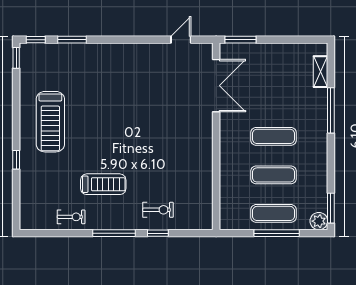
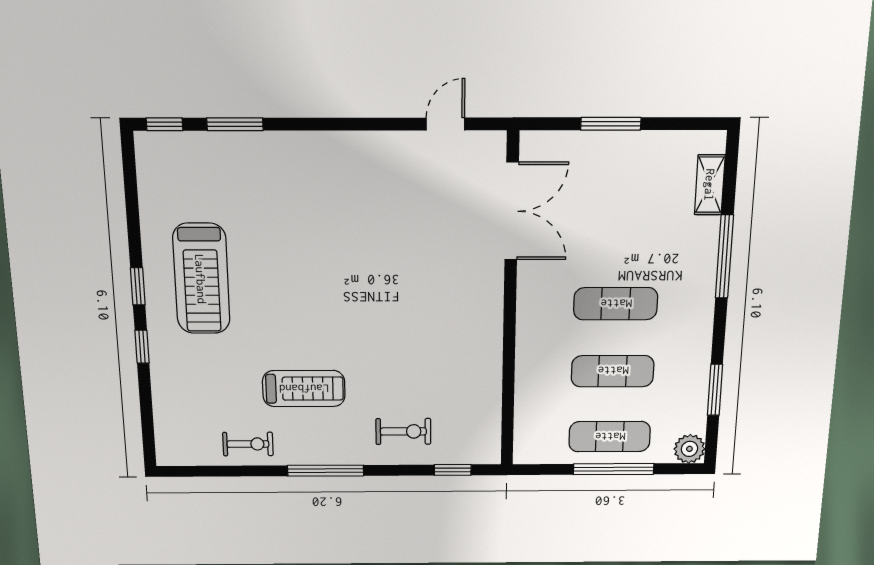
window: (241, 40) -> (611, 124), moved
window: (16, 58) -> (138, 286), moved
window: (331, 208) -> (715, 390), moved
window: (158, 233) -> (453, 470), moved

